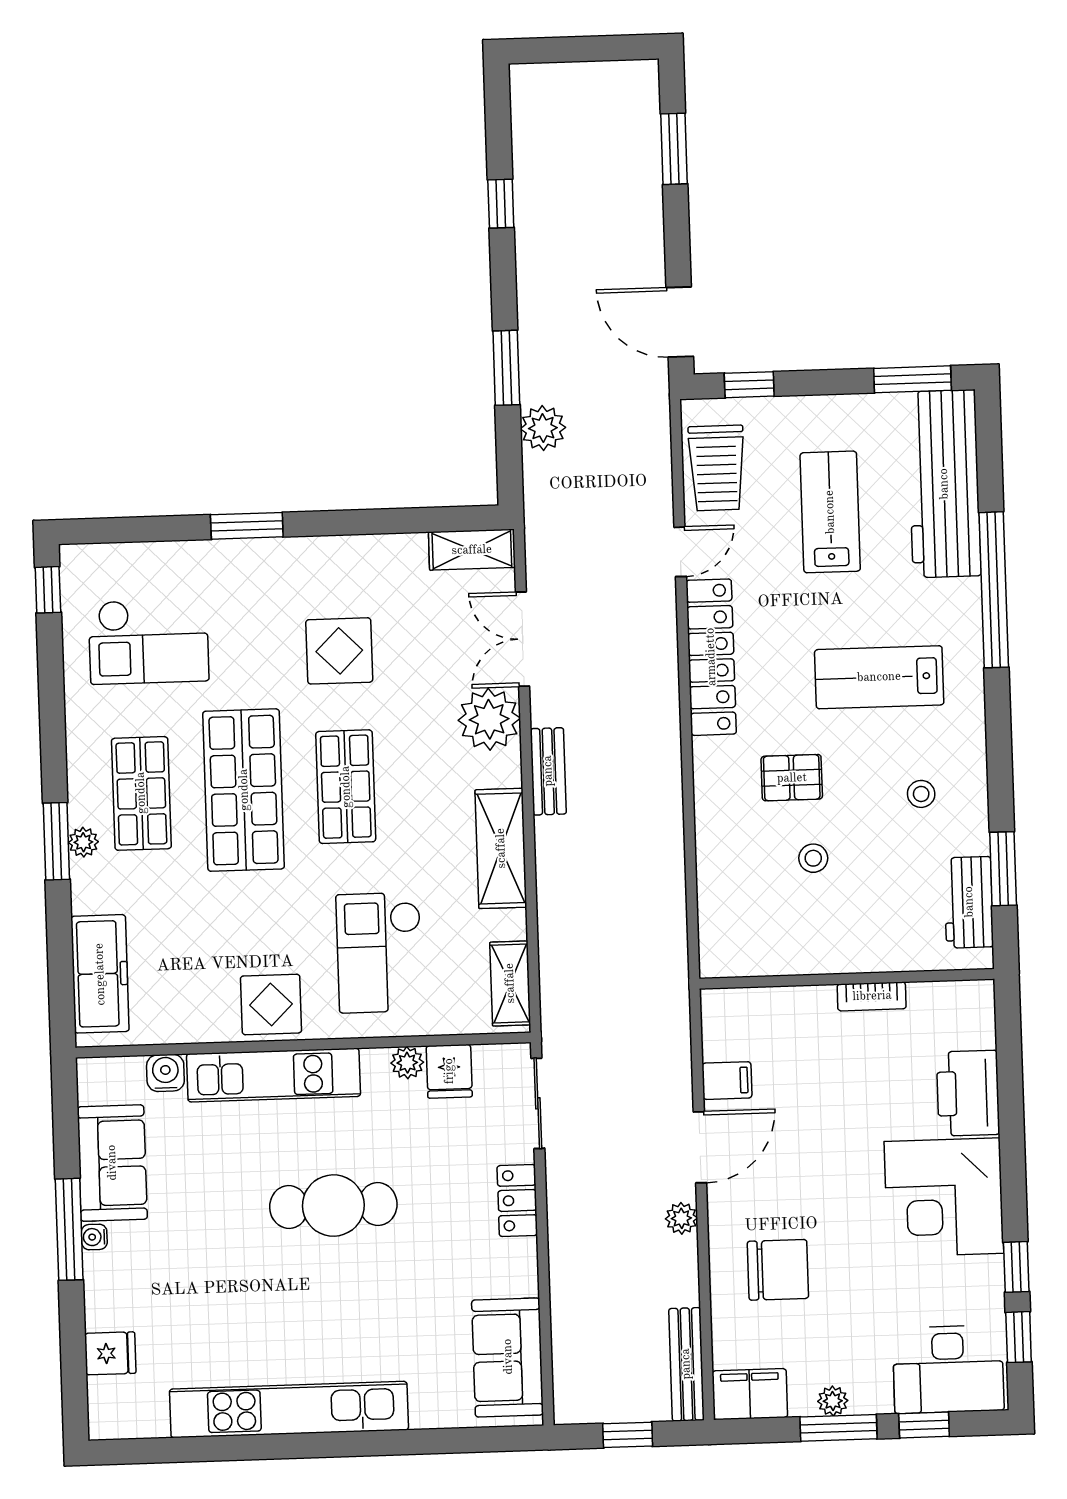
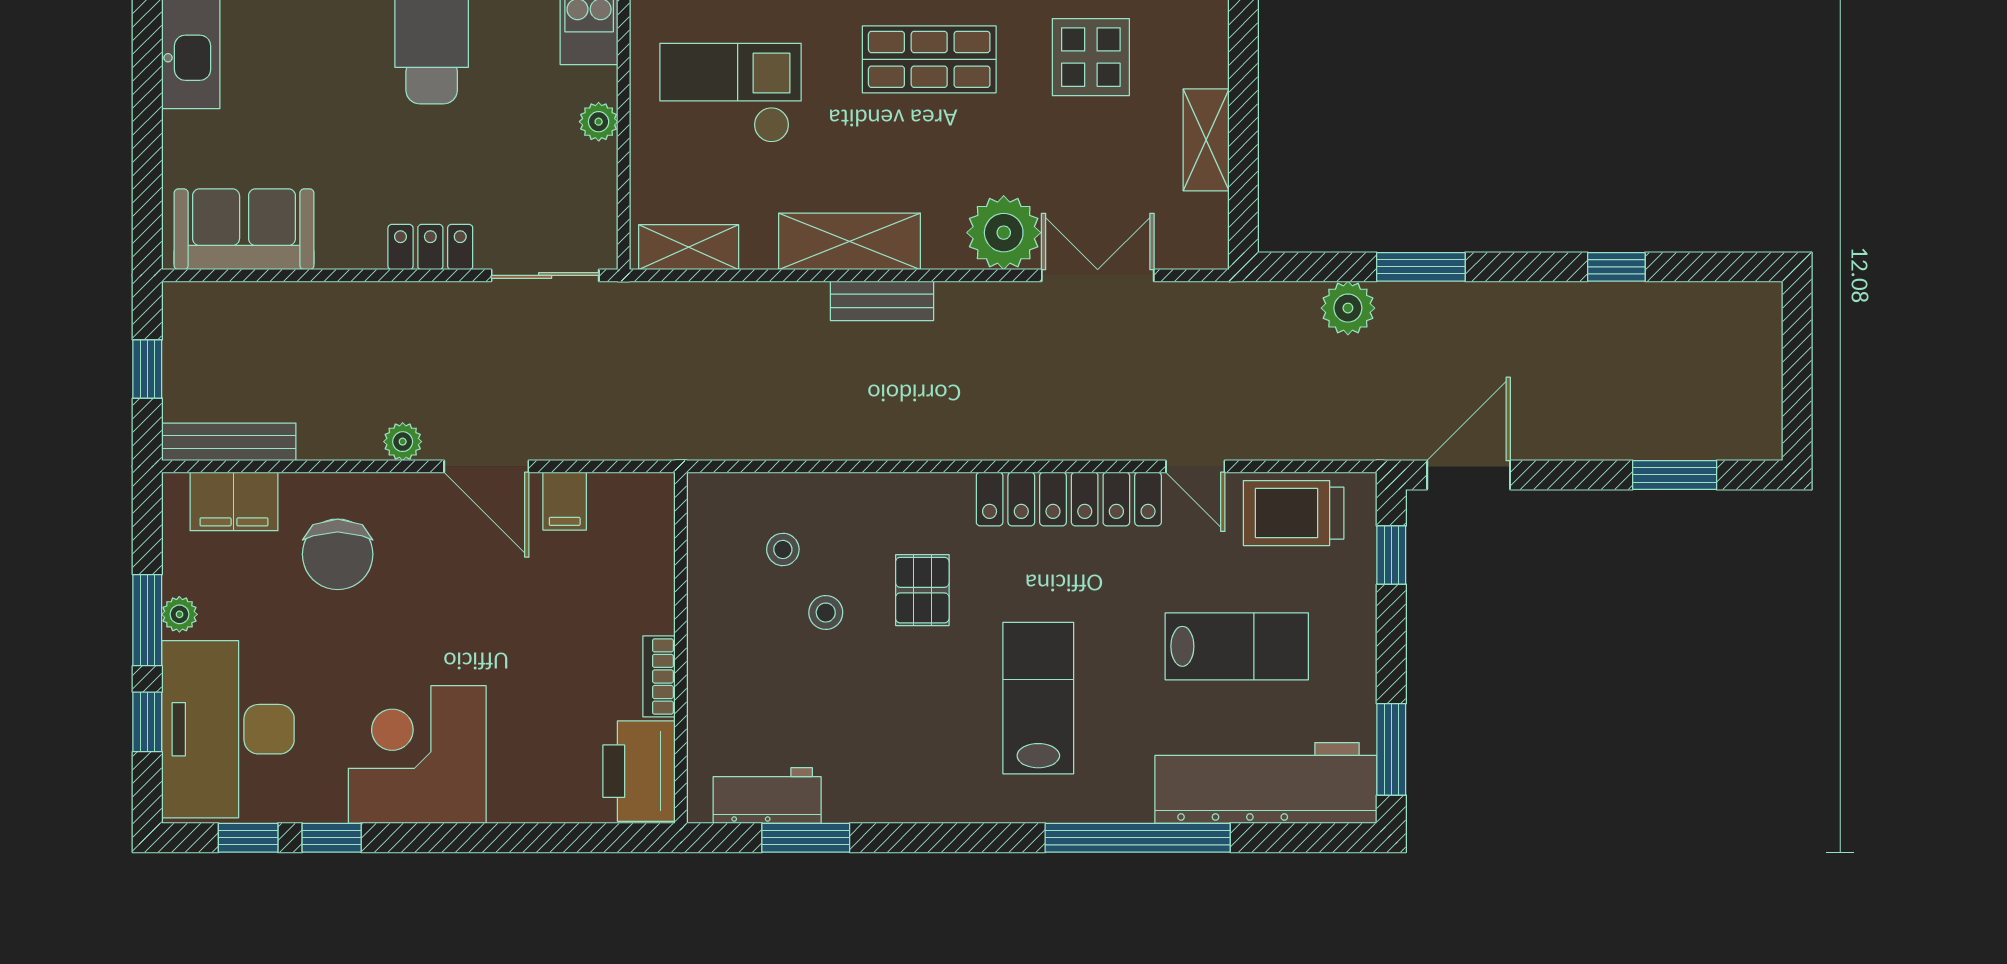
shelving: (472, 550) -> (1206, 140), moved
bench: (548, 771) -> (882, 301), moved
stool: (921, 794) -> (783, 549), moved
fridge: (449, 1071) -> (587, 171), removed
printer: (968, 1093) -> (639, 771), moved, turned -90
desk: (948, 1369) -> (228, 729), width x1.36, depth x1.30
filing cabinet: (750, 1394) -> (234, 501), moved, turned 90

